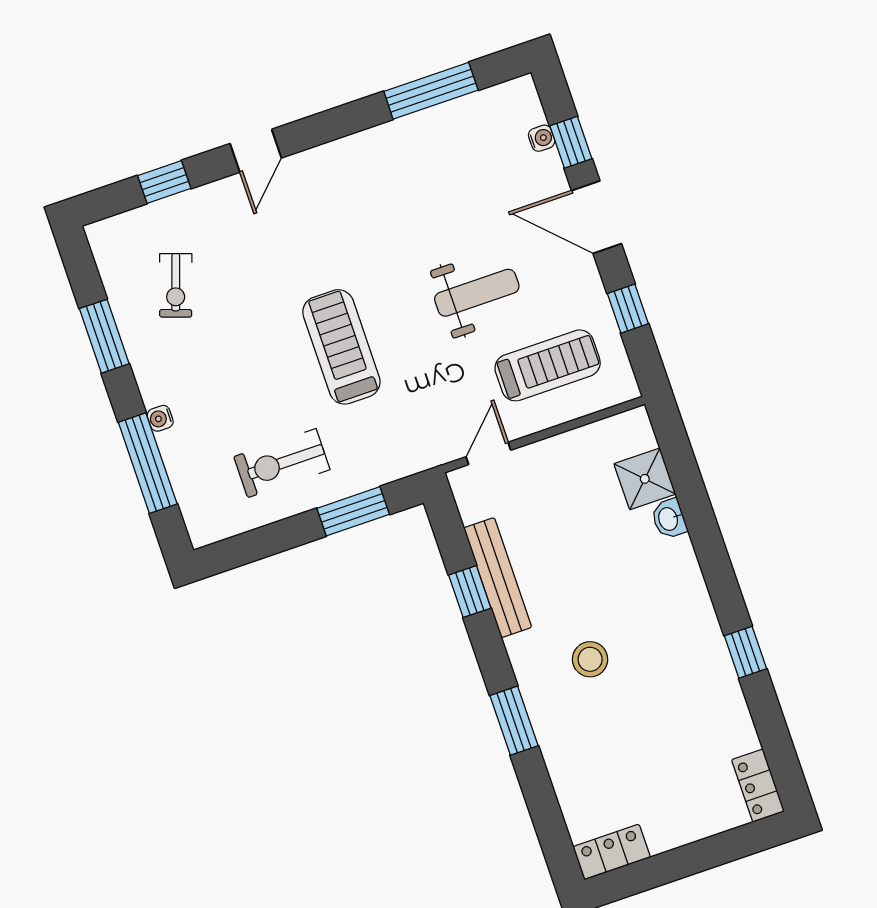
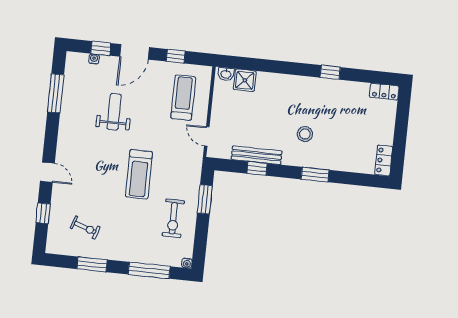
weight bench: (477, 293) -> (114, 112), moved
treadmill: (341, 347) -> (139, 174), turned -90
water cooler: (160, 418) -> (187, 263), moved
washbasin: (669, 519) -> (226, 74), moved

